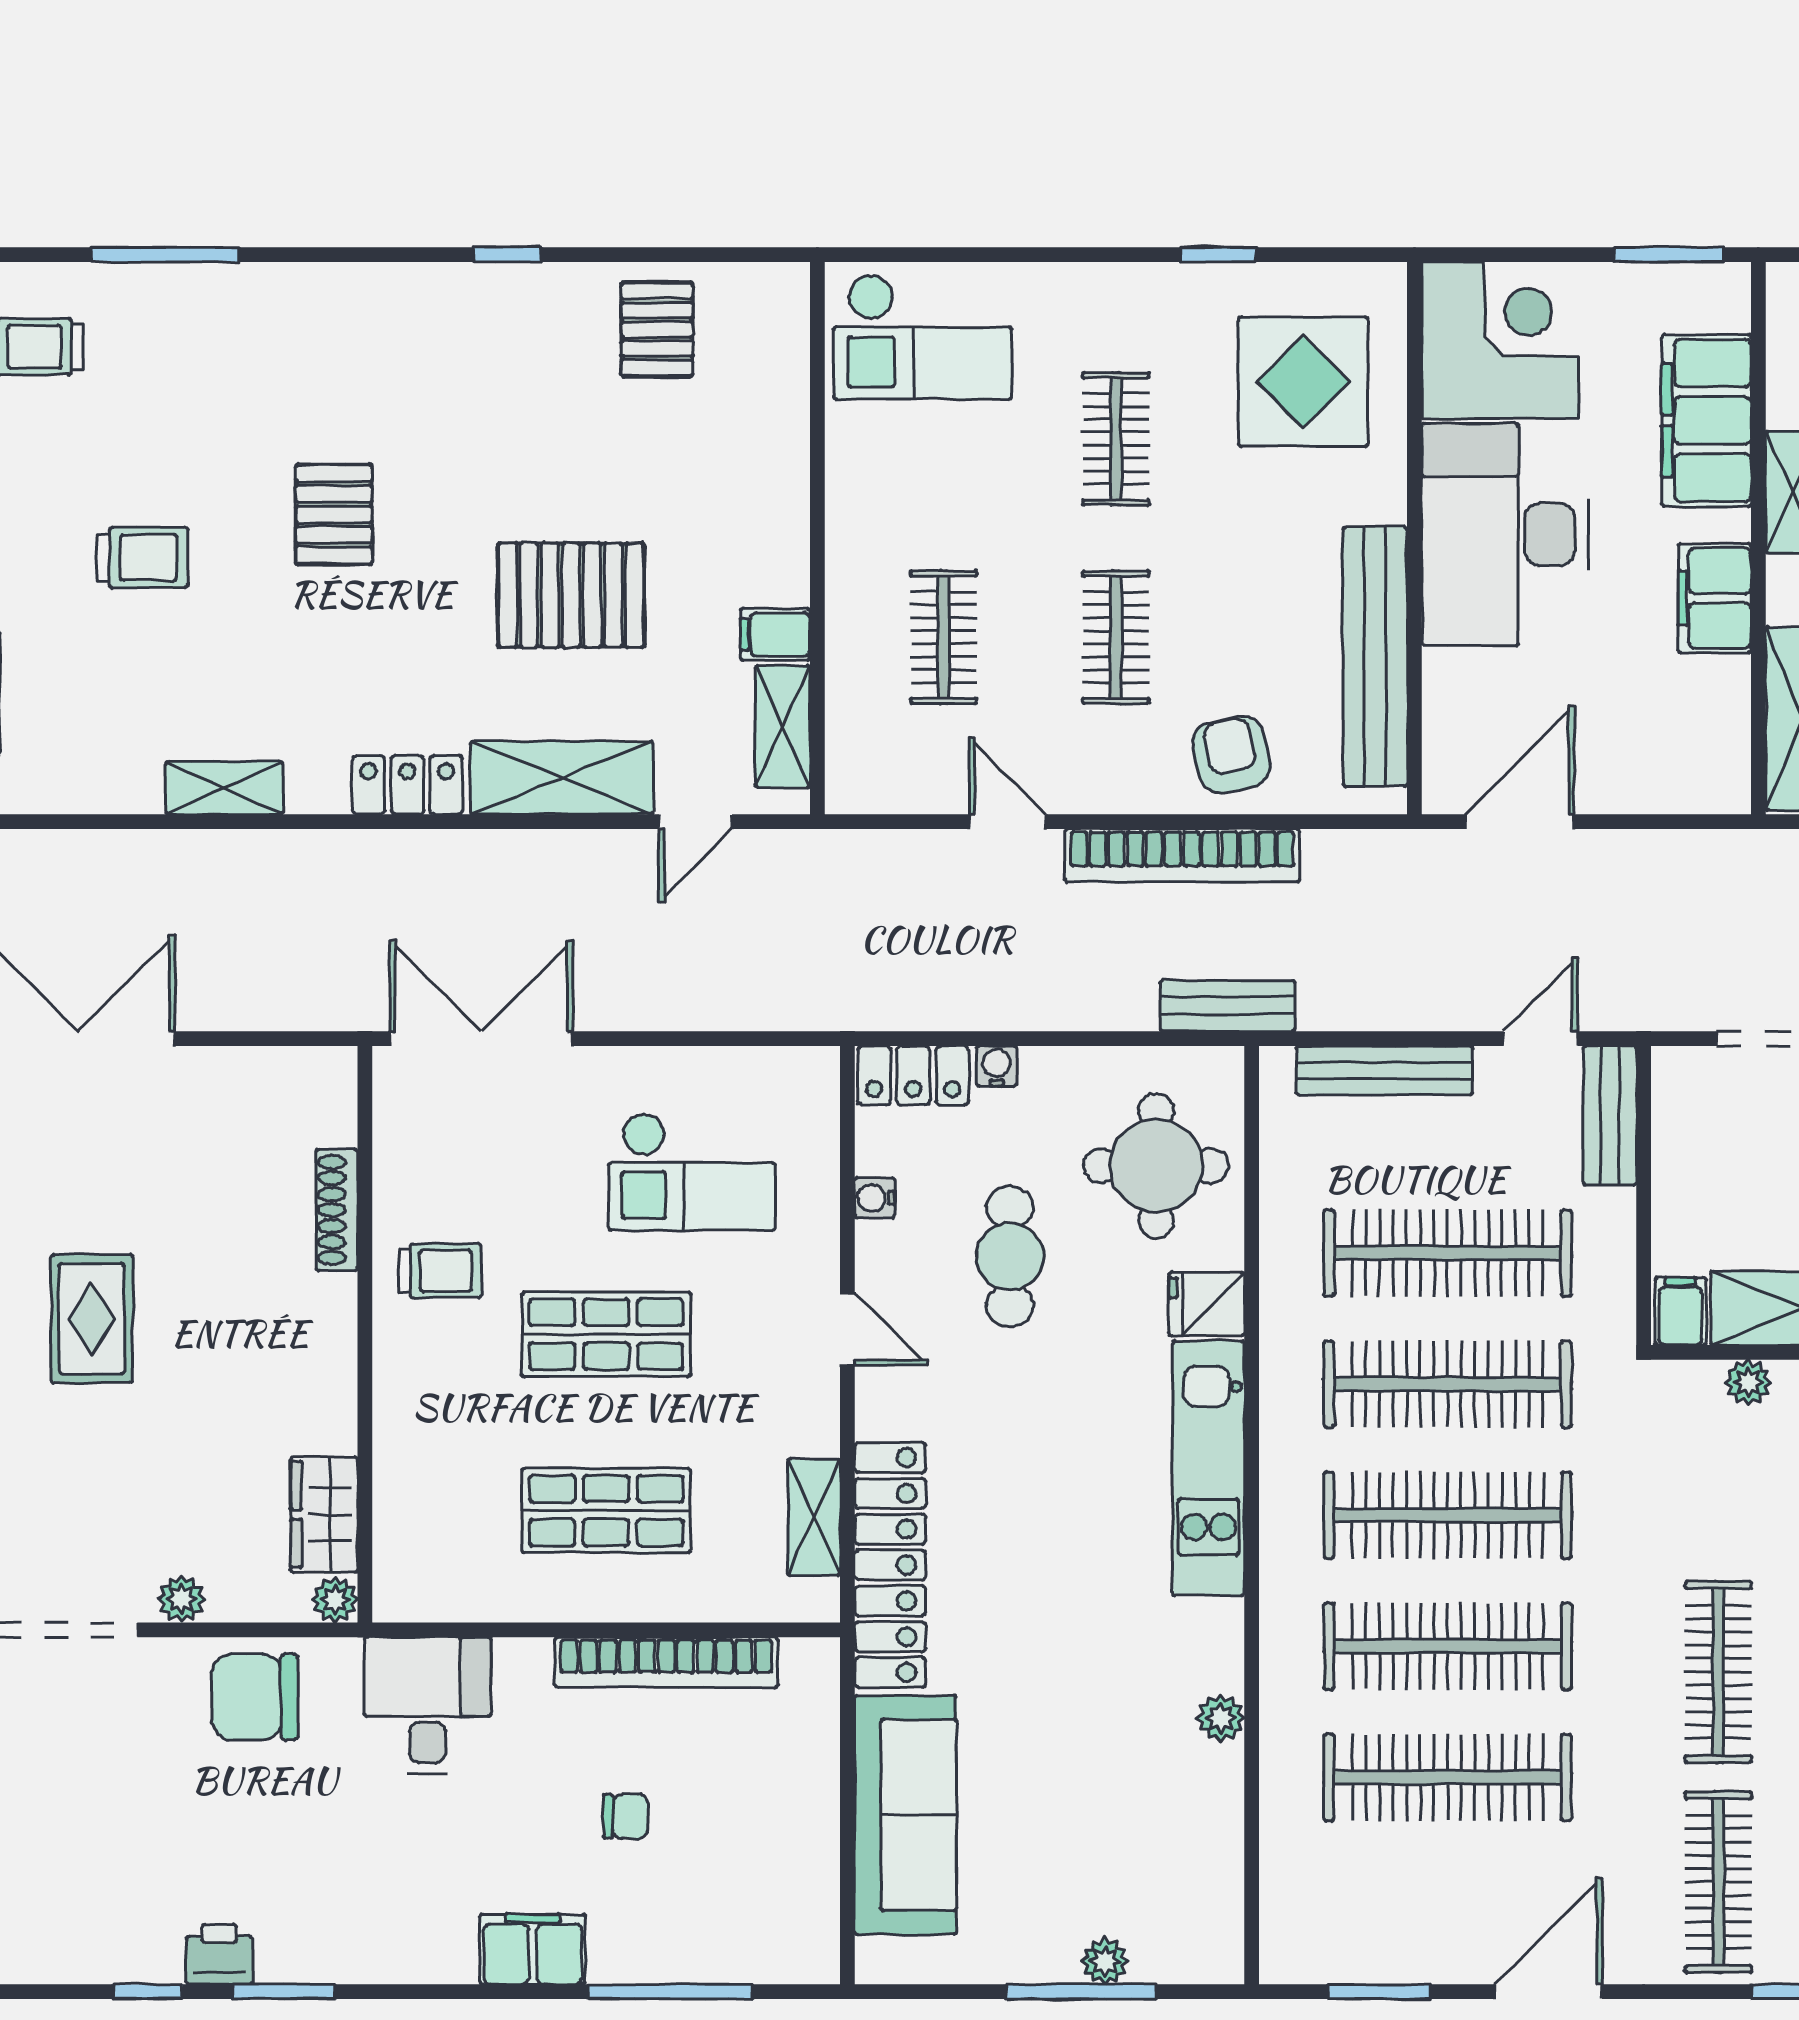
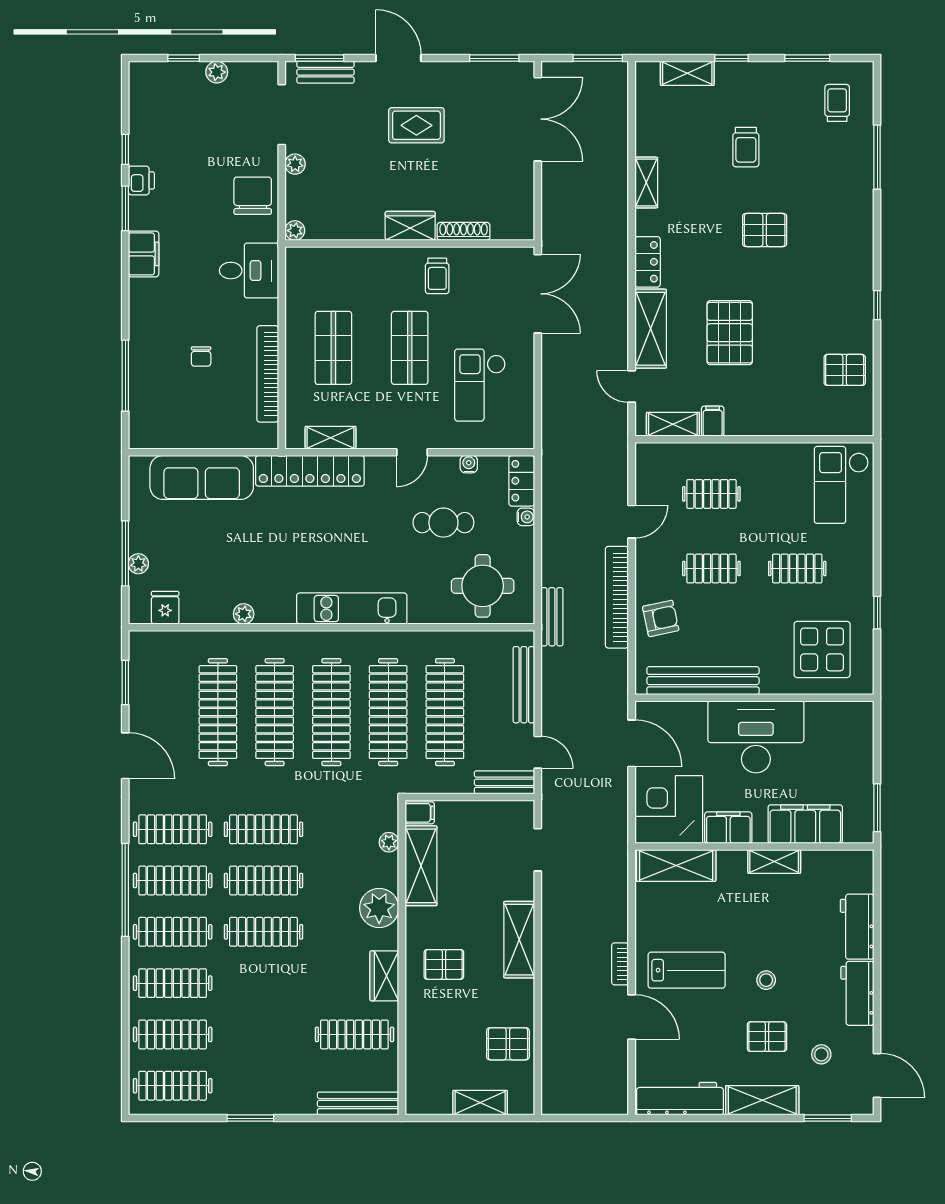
corner desk: (1500, 340) -> (669, 809), moved, turned 180
fridge: (1206, 1304) -> (165, 608), moved
wardrobe: (324, 1514) -> (410, 226), moved
filing cabinet: (533, 1949) -> (144, 254), moved

